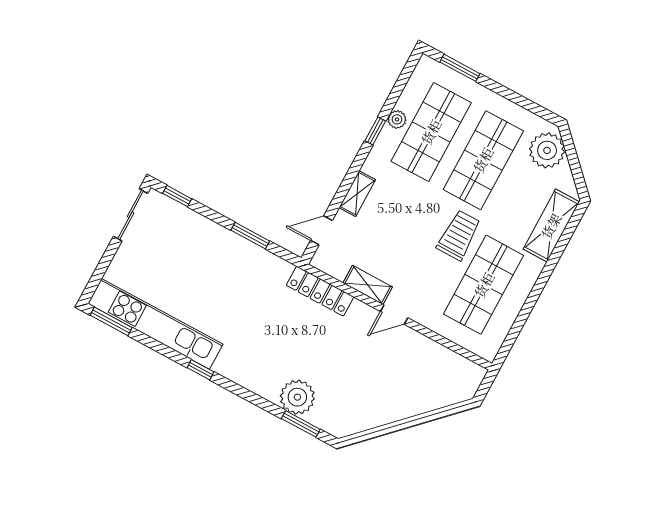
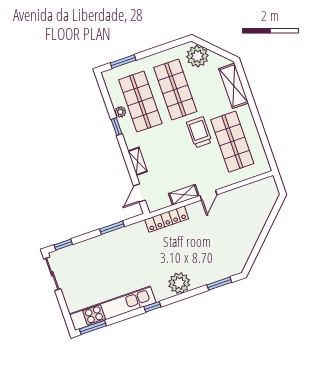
plant: (297, 397) -> (179, 283), moved

